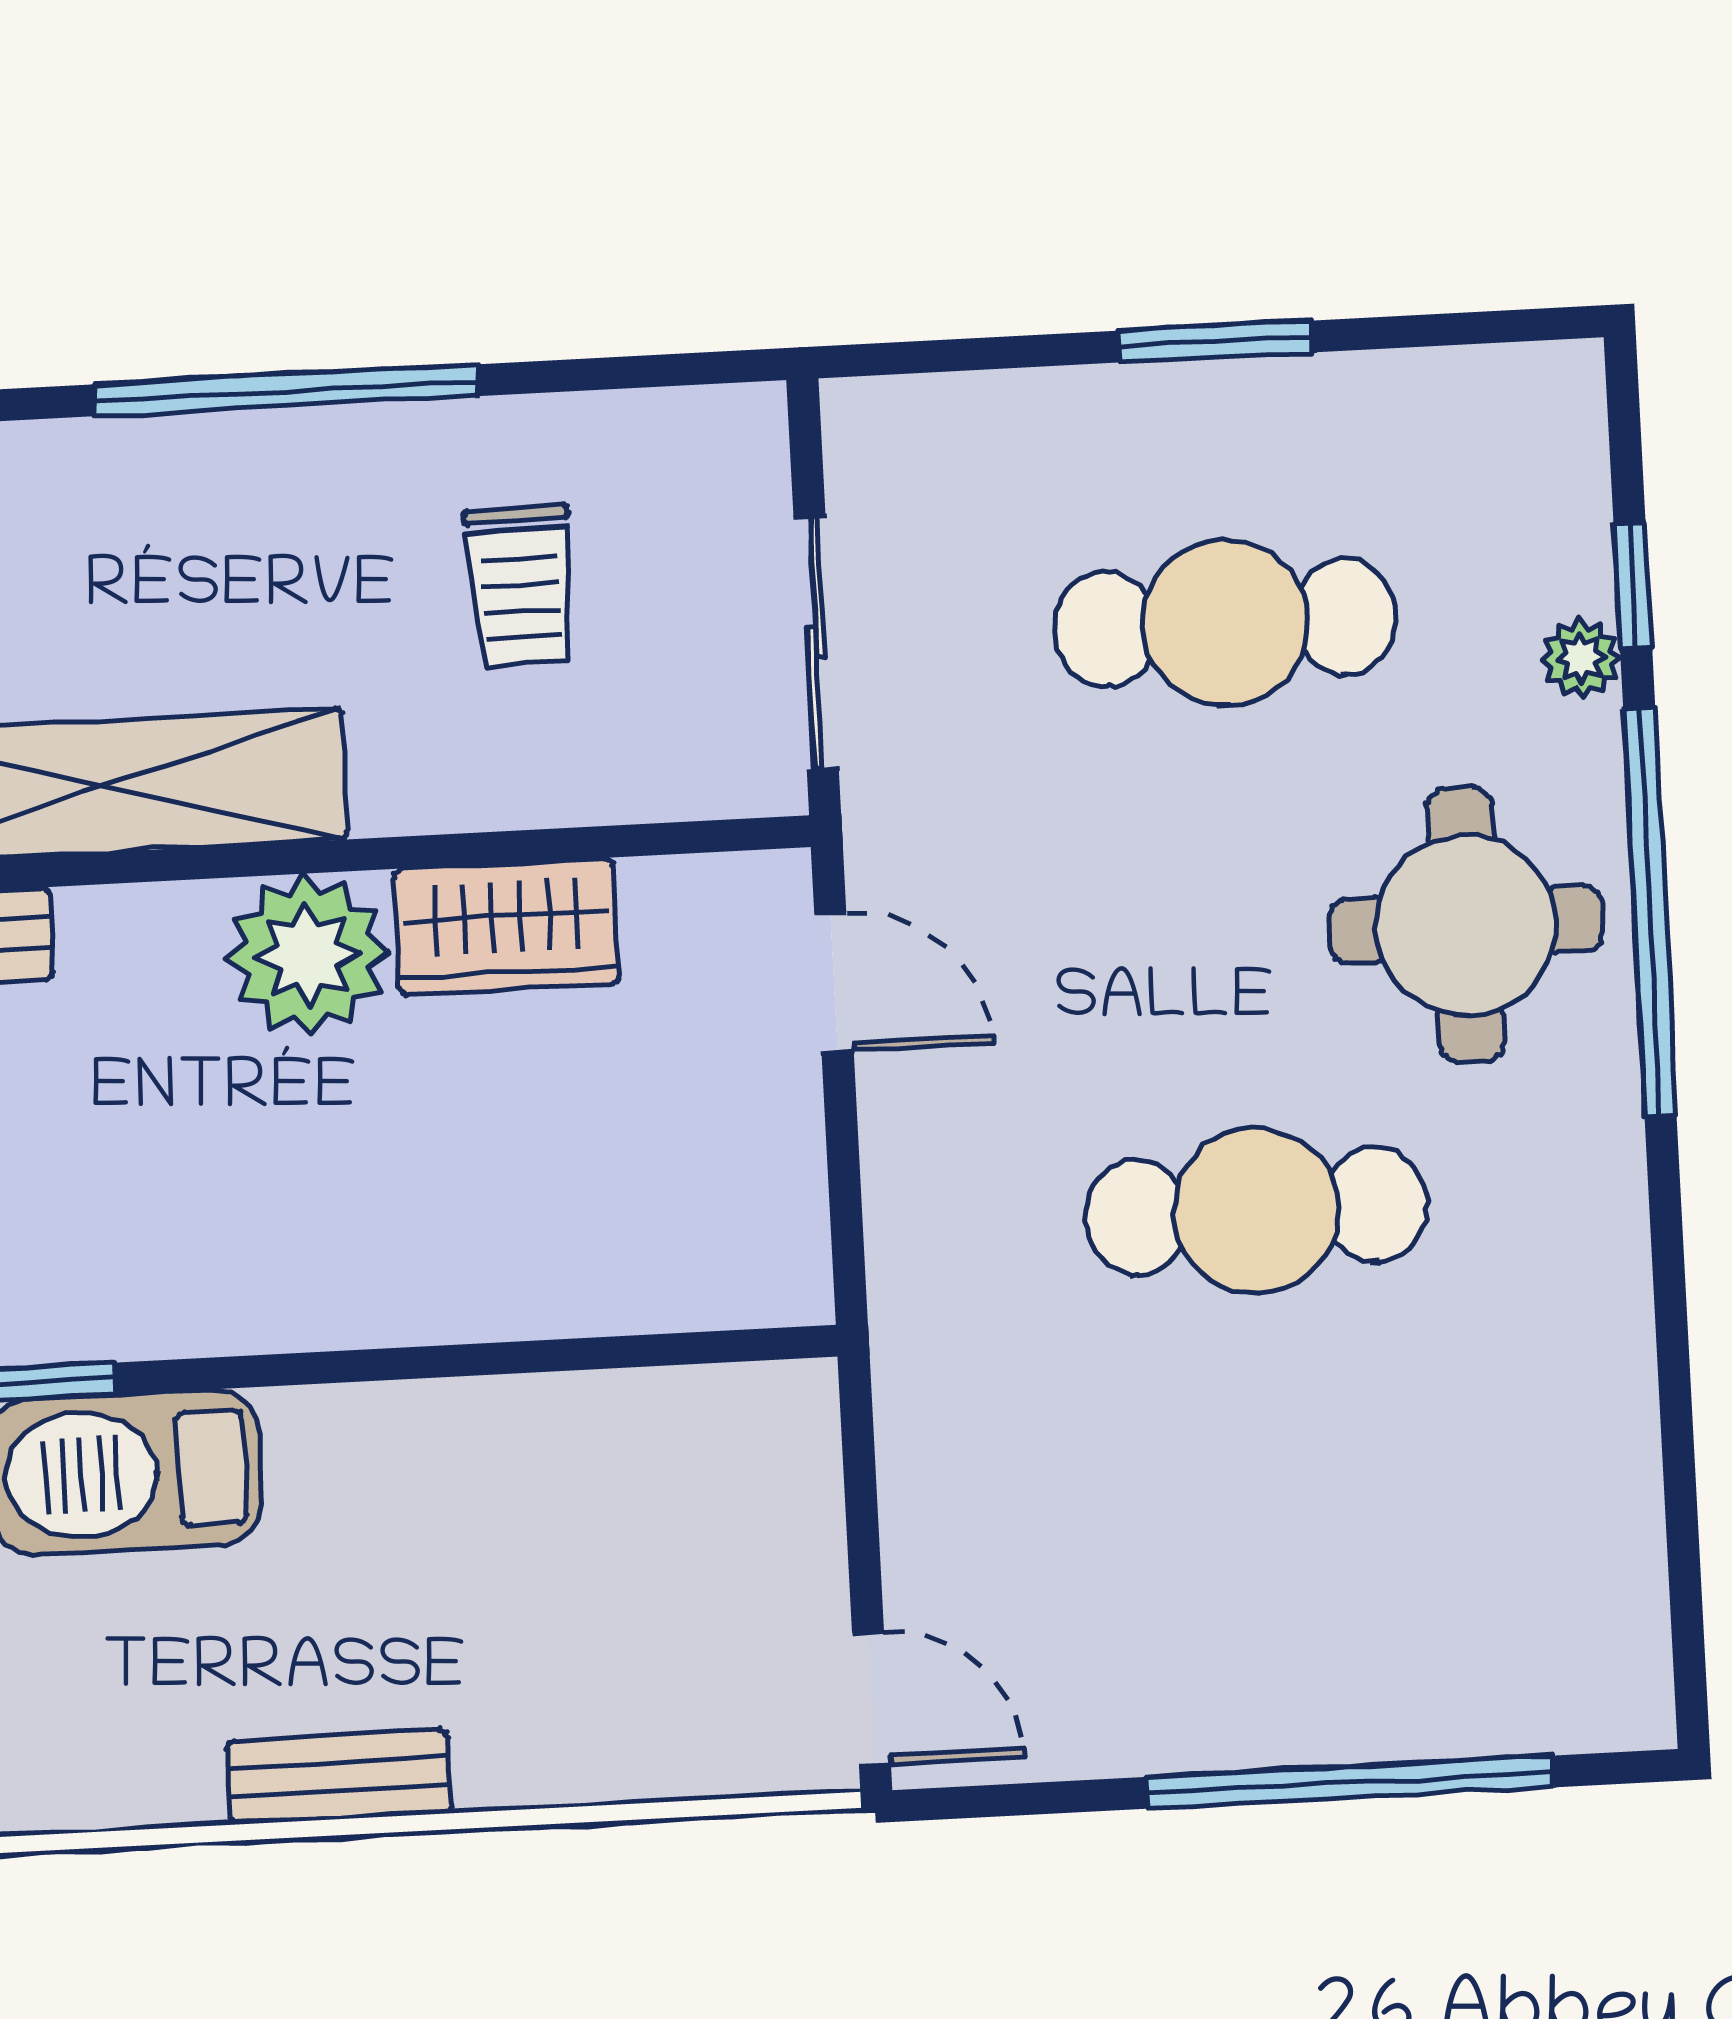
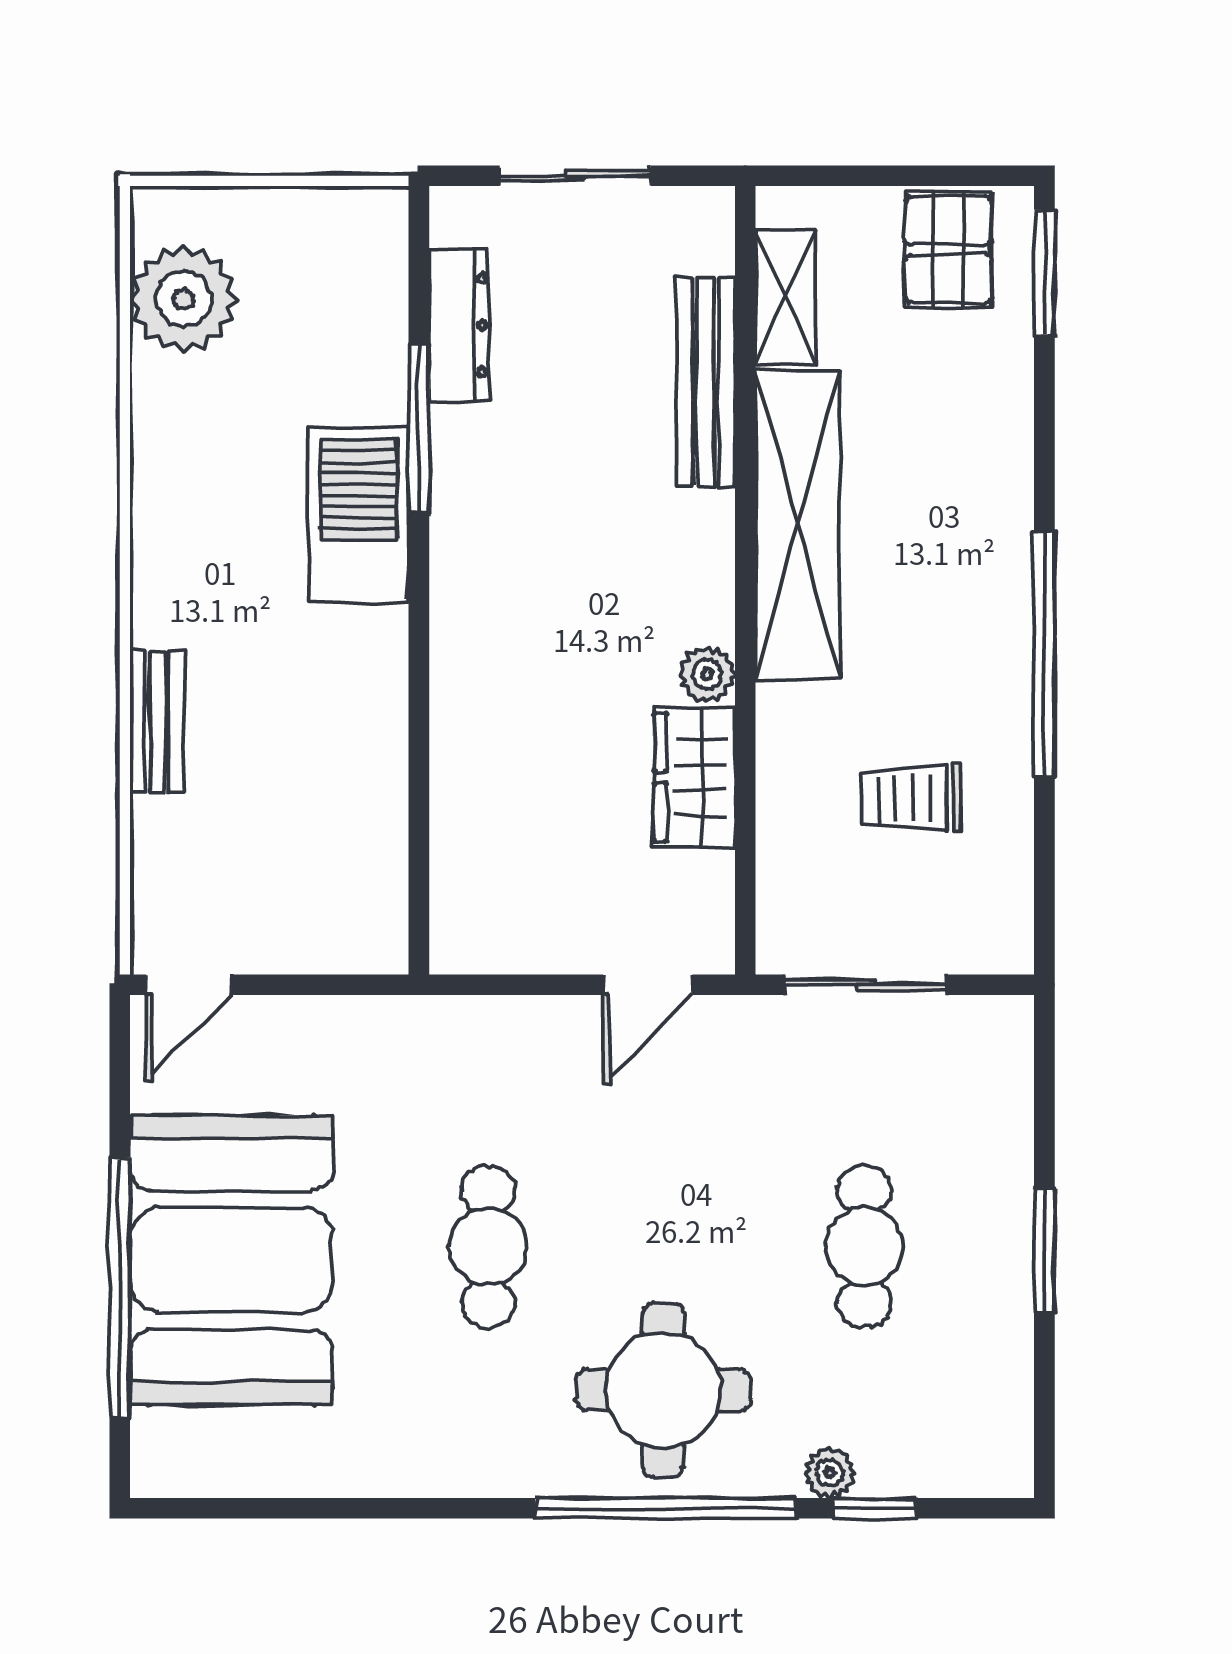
cafe table: (1225, 623) -> (864, 1247), width x0.73, depth x0.74
plant: (308, 955) -> (707, 674), width x0.53, depth x0.53
cafe table: (1256, 1211) -> (488, 1247), width x0.73, depth x0.74
booth: (1298, 1610) -> (231, 1260), added
bench: (339, 1777) -> (157, 722), moved

